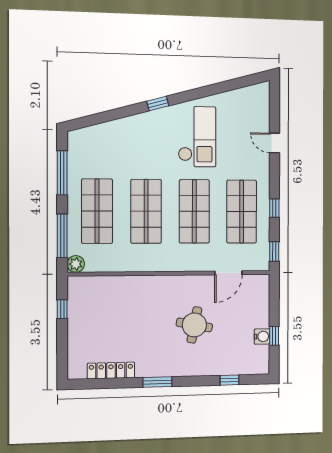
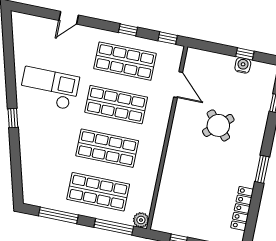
round table: (194, 325) -> (218, 125), turned 37

